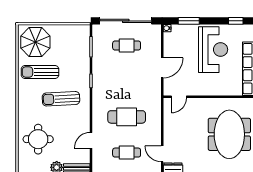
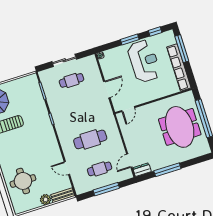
sliding door: (126, 21) -> (64, 60), width x0.54
window: (189, 21) -> (130, 40), moved
sun lounger: (61, 99) -> (31, 142), removed
door: (91, 140) -> (67, 168), hinge flipped
door: (162, 154) -> (129, 161), hinge flipped

